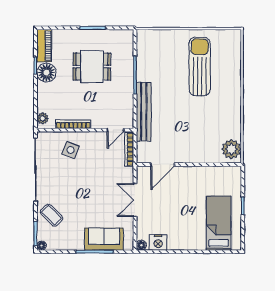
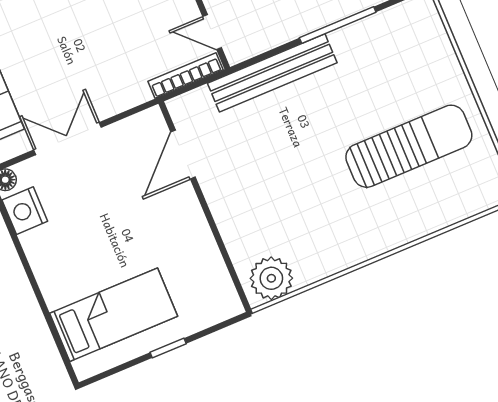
door: (163, 165) -> (183, 155), hinge flipped
double door: (135, 200) -> (67, 139), moved

